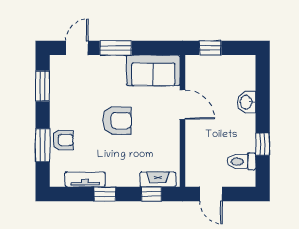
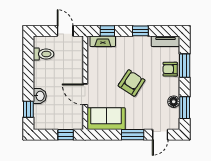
floor lamp: (58, 94) -> (174, 102), added
armchair: (117, 121) -> (132, 83), turned 123
window: (263, 144) -> (28, 109), moved
tv unit: (85, 179) -> (166, 41), moved

